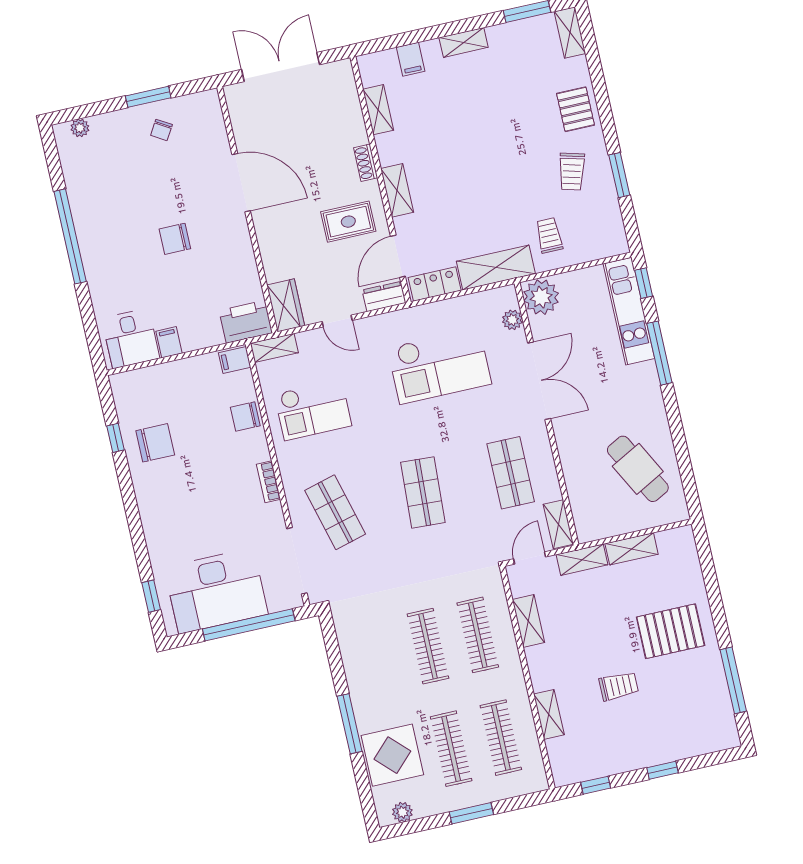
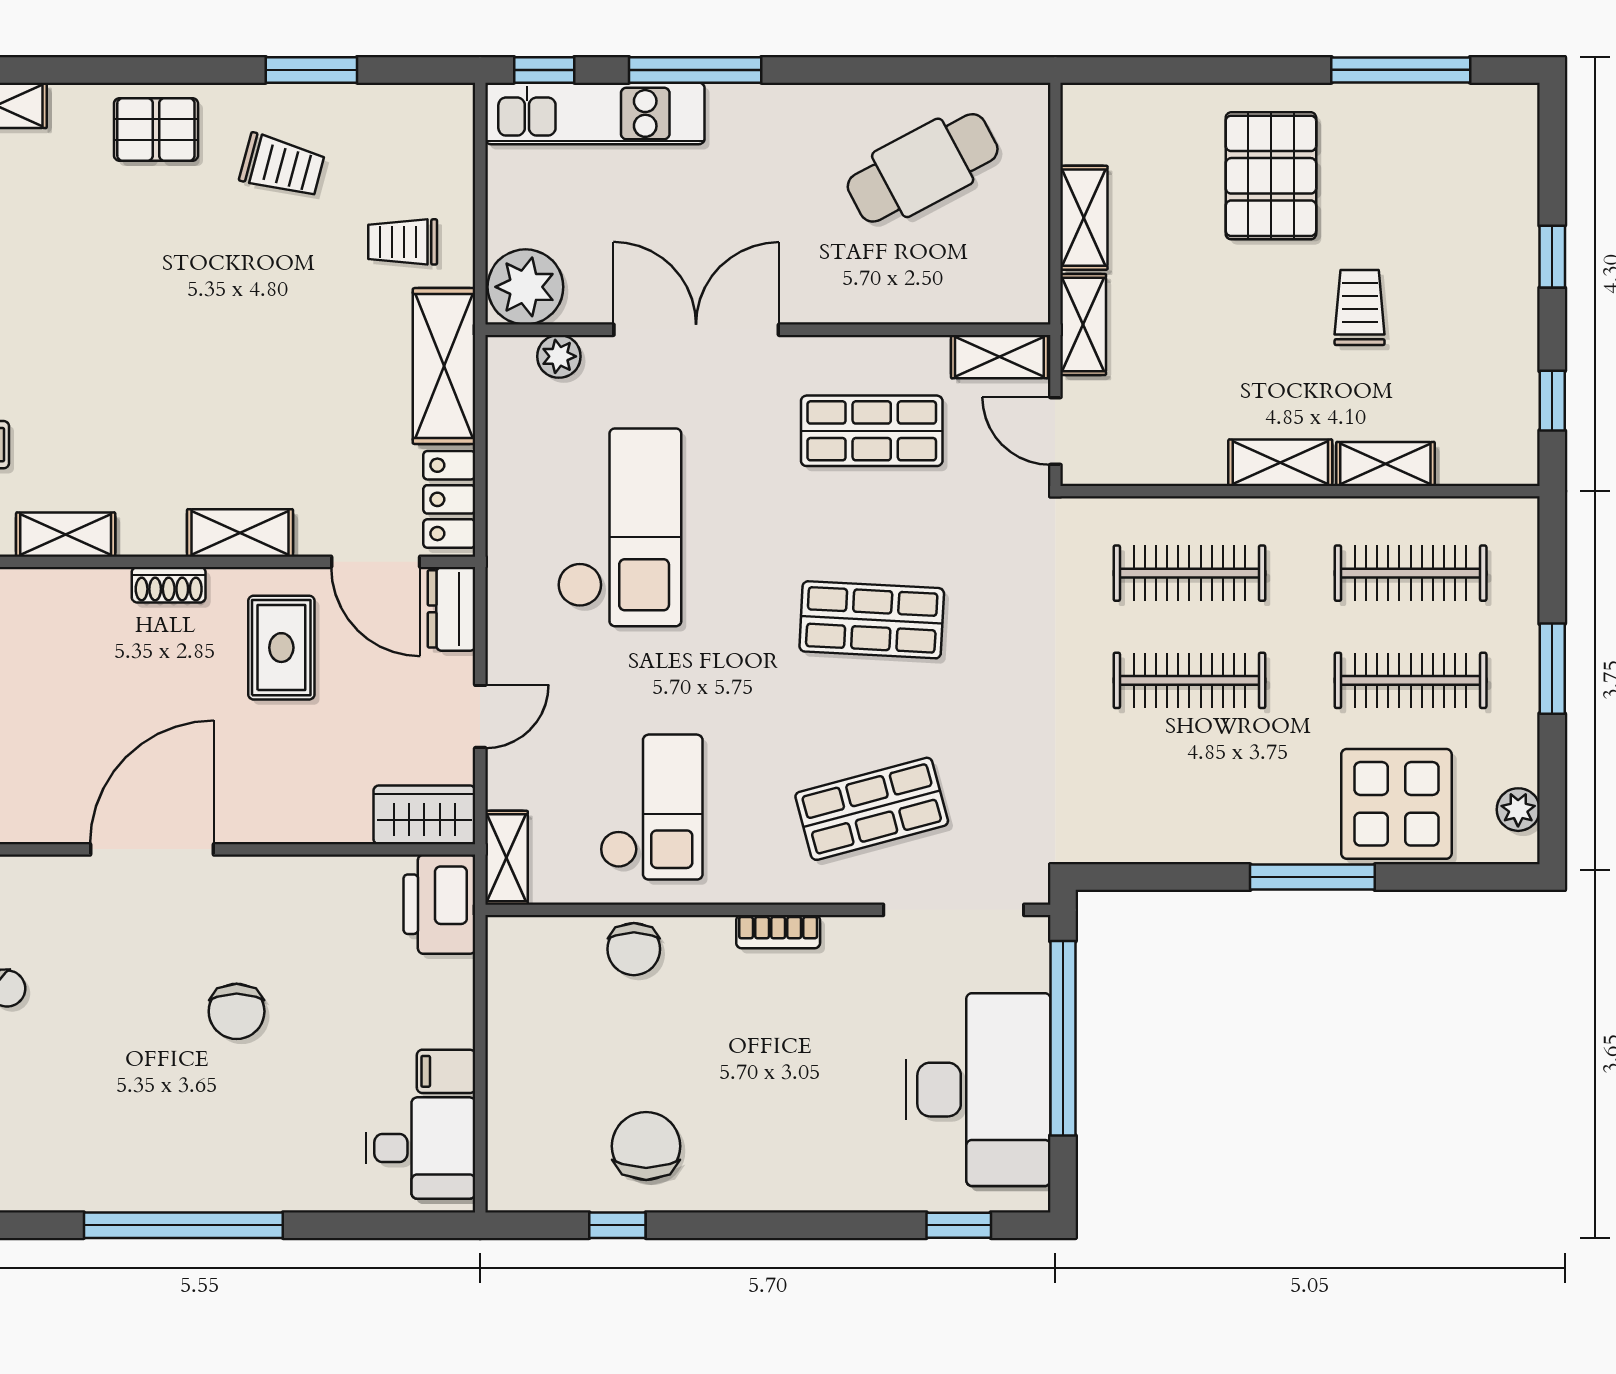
filing cabinet: (235, 360) -> (513, 945), removed
shelving: (528, 621) -> (1280, 463), moved

